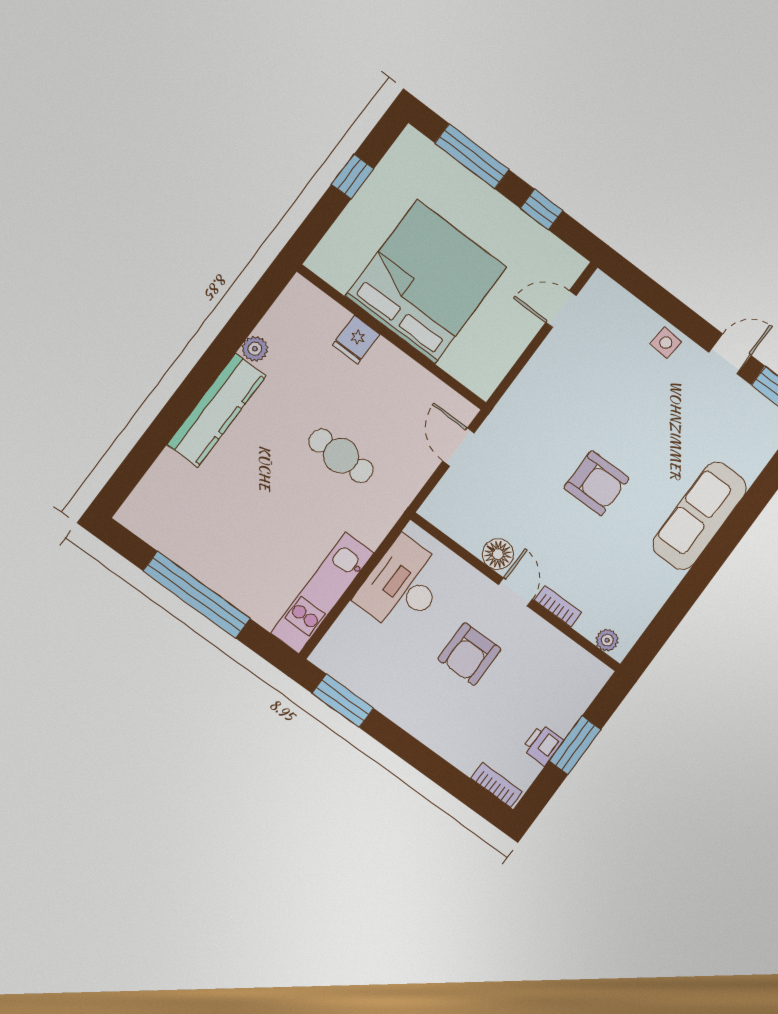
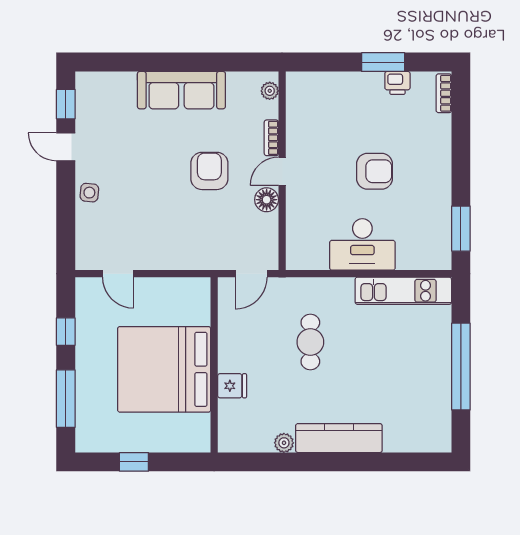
floor lamp: (498, 554) -> (267, 200), moved
door: (515, 592) -> (282, 171), moved
wall: (516, 592) -> (282, 171), moved
bookcase: (558, 606) -> (271, 138), moved
plant: (607, 640) -> (270, 91), moved

